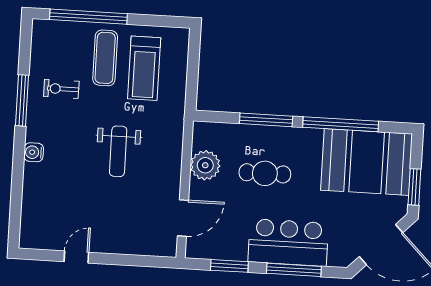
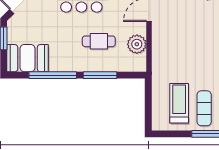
weight bench: (118, 151) -> (192, 50), removed
booth: (367, 162) -> (27, 58), width x0.73, depth x0.70

